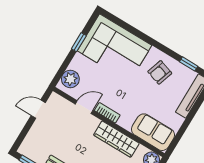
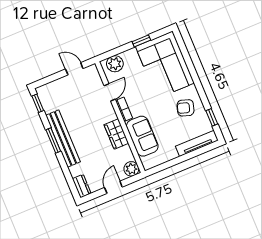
door: (84, 107) -> (110, 92), hinge flipped
sofa: (153, 132) -> (142, 136), moved
wardrobe: (116, 139) -> (116, 134), width x0.67

